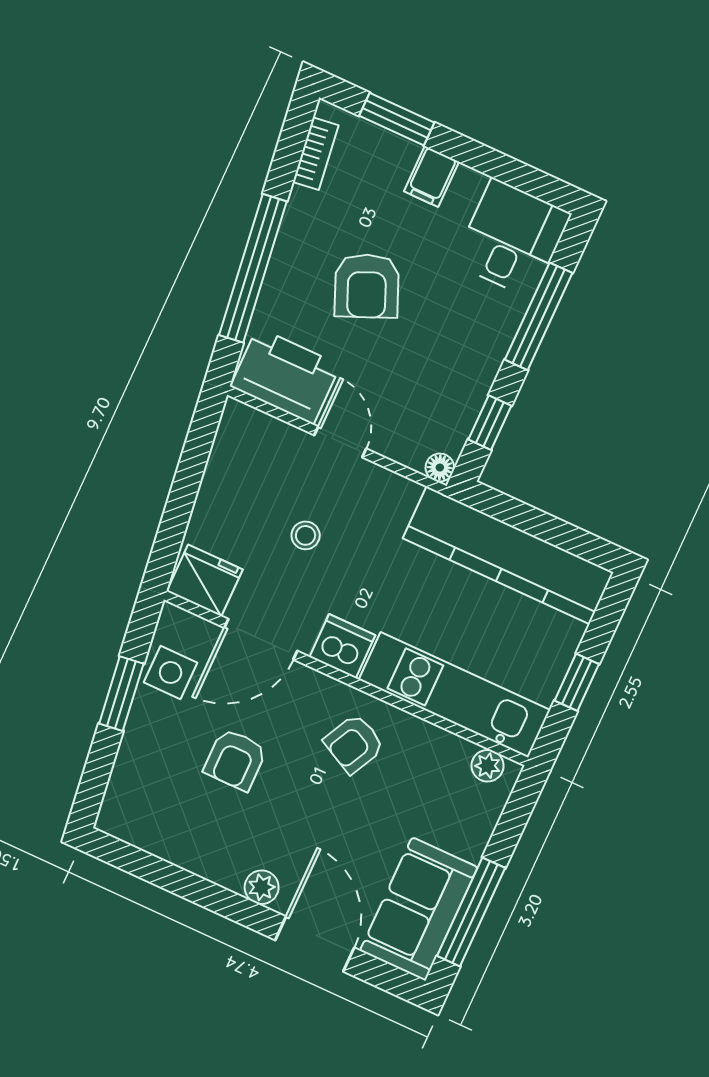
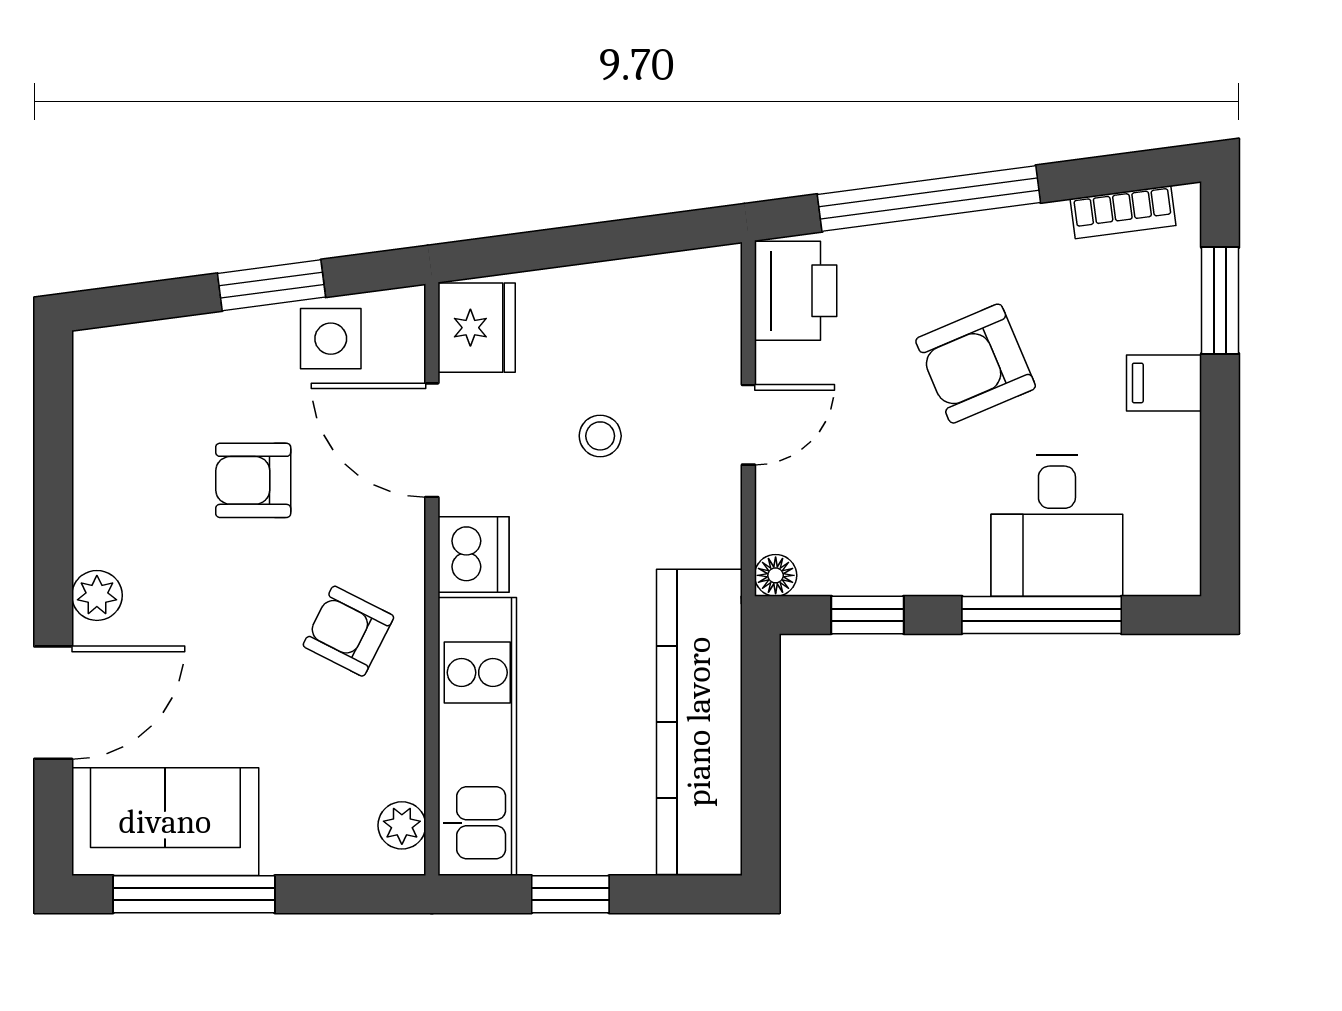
desk: (512, 238) -> (1057, 525), moved, turned 90
printer: (285, 376) -> (796, 291), width x0.73, depth x0.84

